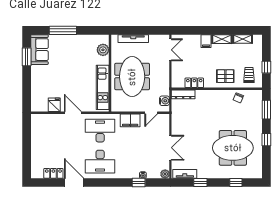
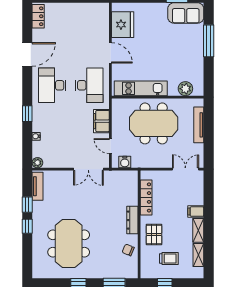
double door: (170, 50) -> (185, 169), swing flipped
trolley: (249, 75) -> (169, 259), moved
locker: (194, 83) -> (146, 197), width x1.53
dresser: (183, 94) -> (132, 220), moved
fridge: (54, 105) -> (123, 25), width x1.88, depth x1.34
door: (73, 113) -> (110, 53), hinge flipped
double door: (170, 148) -> (88, 169), moved
locker: (53, 173) -> (38, 16), moved
window: (139, 183) -> (27, 114), moved
window: (236, 183) -> (27, 226), moved

